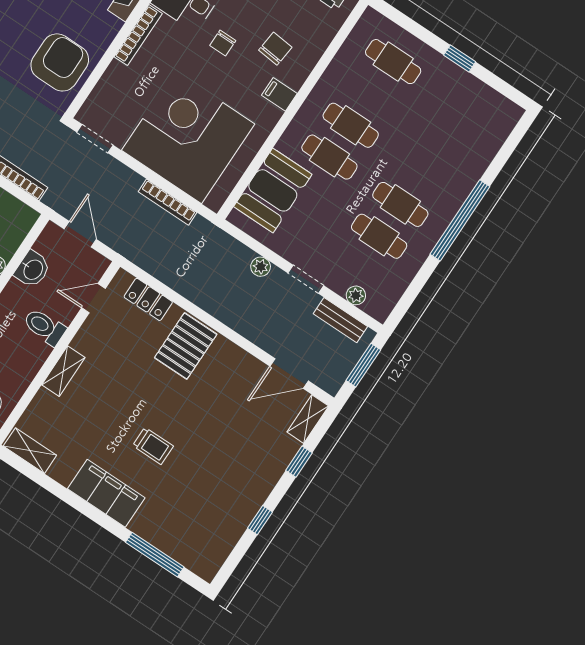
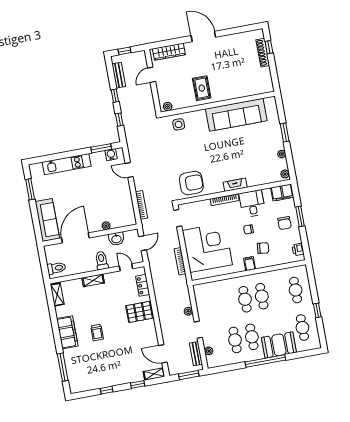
cafe table: (464, 109) -> (302, 328), added
booth: (273, 190) -> (279, 345), moved

